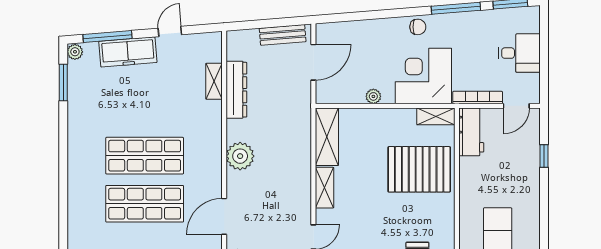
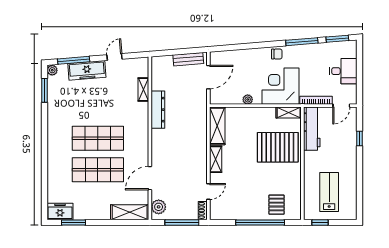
dresser: (236, 90) -> (158, 110), moved
workbench: (471, 132) -> (312, 129), width x1.38
plant: (240, 156) -> (160, 139), removed

